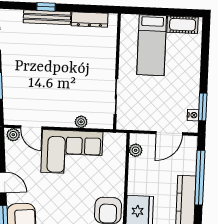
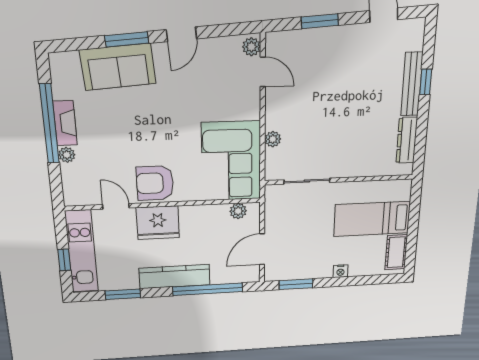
nightstand: (193, 115) -> (341, 271), moved
door: (31, 127) -> (263, 72), swing flipped
door: (169, 133) -> (262, 249), hinge flipped
corner sofa: (72, 152) -> (231, 161), moved

